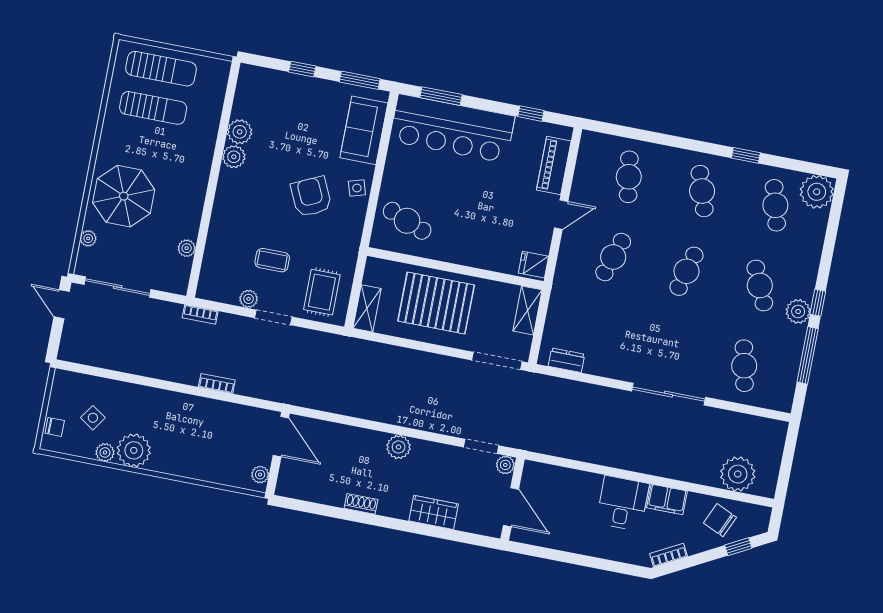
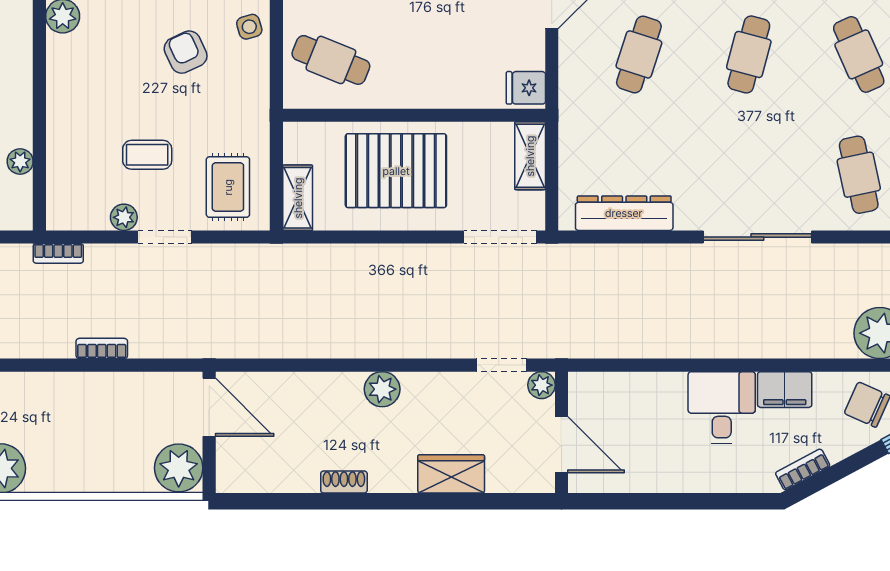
armchair: (311, 197) -> (186, 52), width x0.72, depth x0.72
dresser: (566, 360) -> (624, 213), width x1.96, depth x1.24
plant: (260, 475) -> (179, 468), width x1.88, depth x1.88

